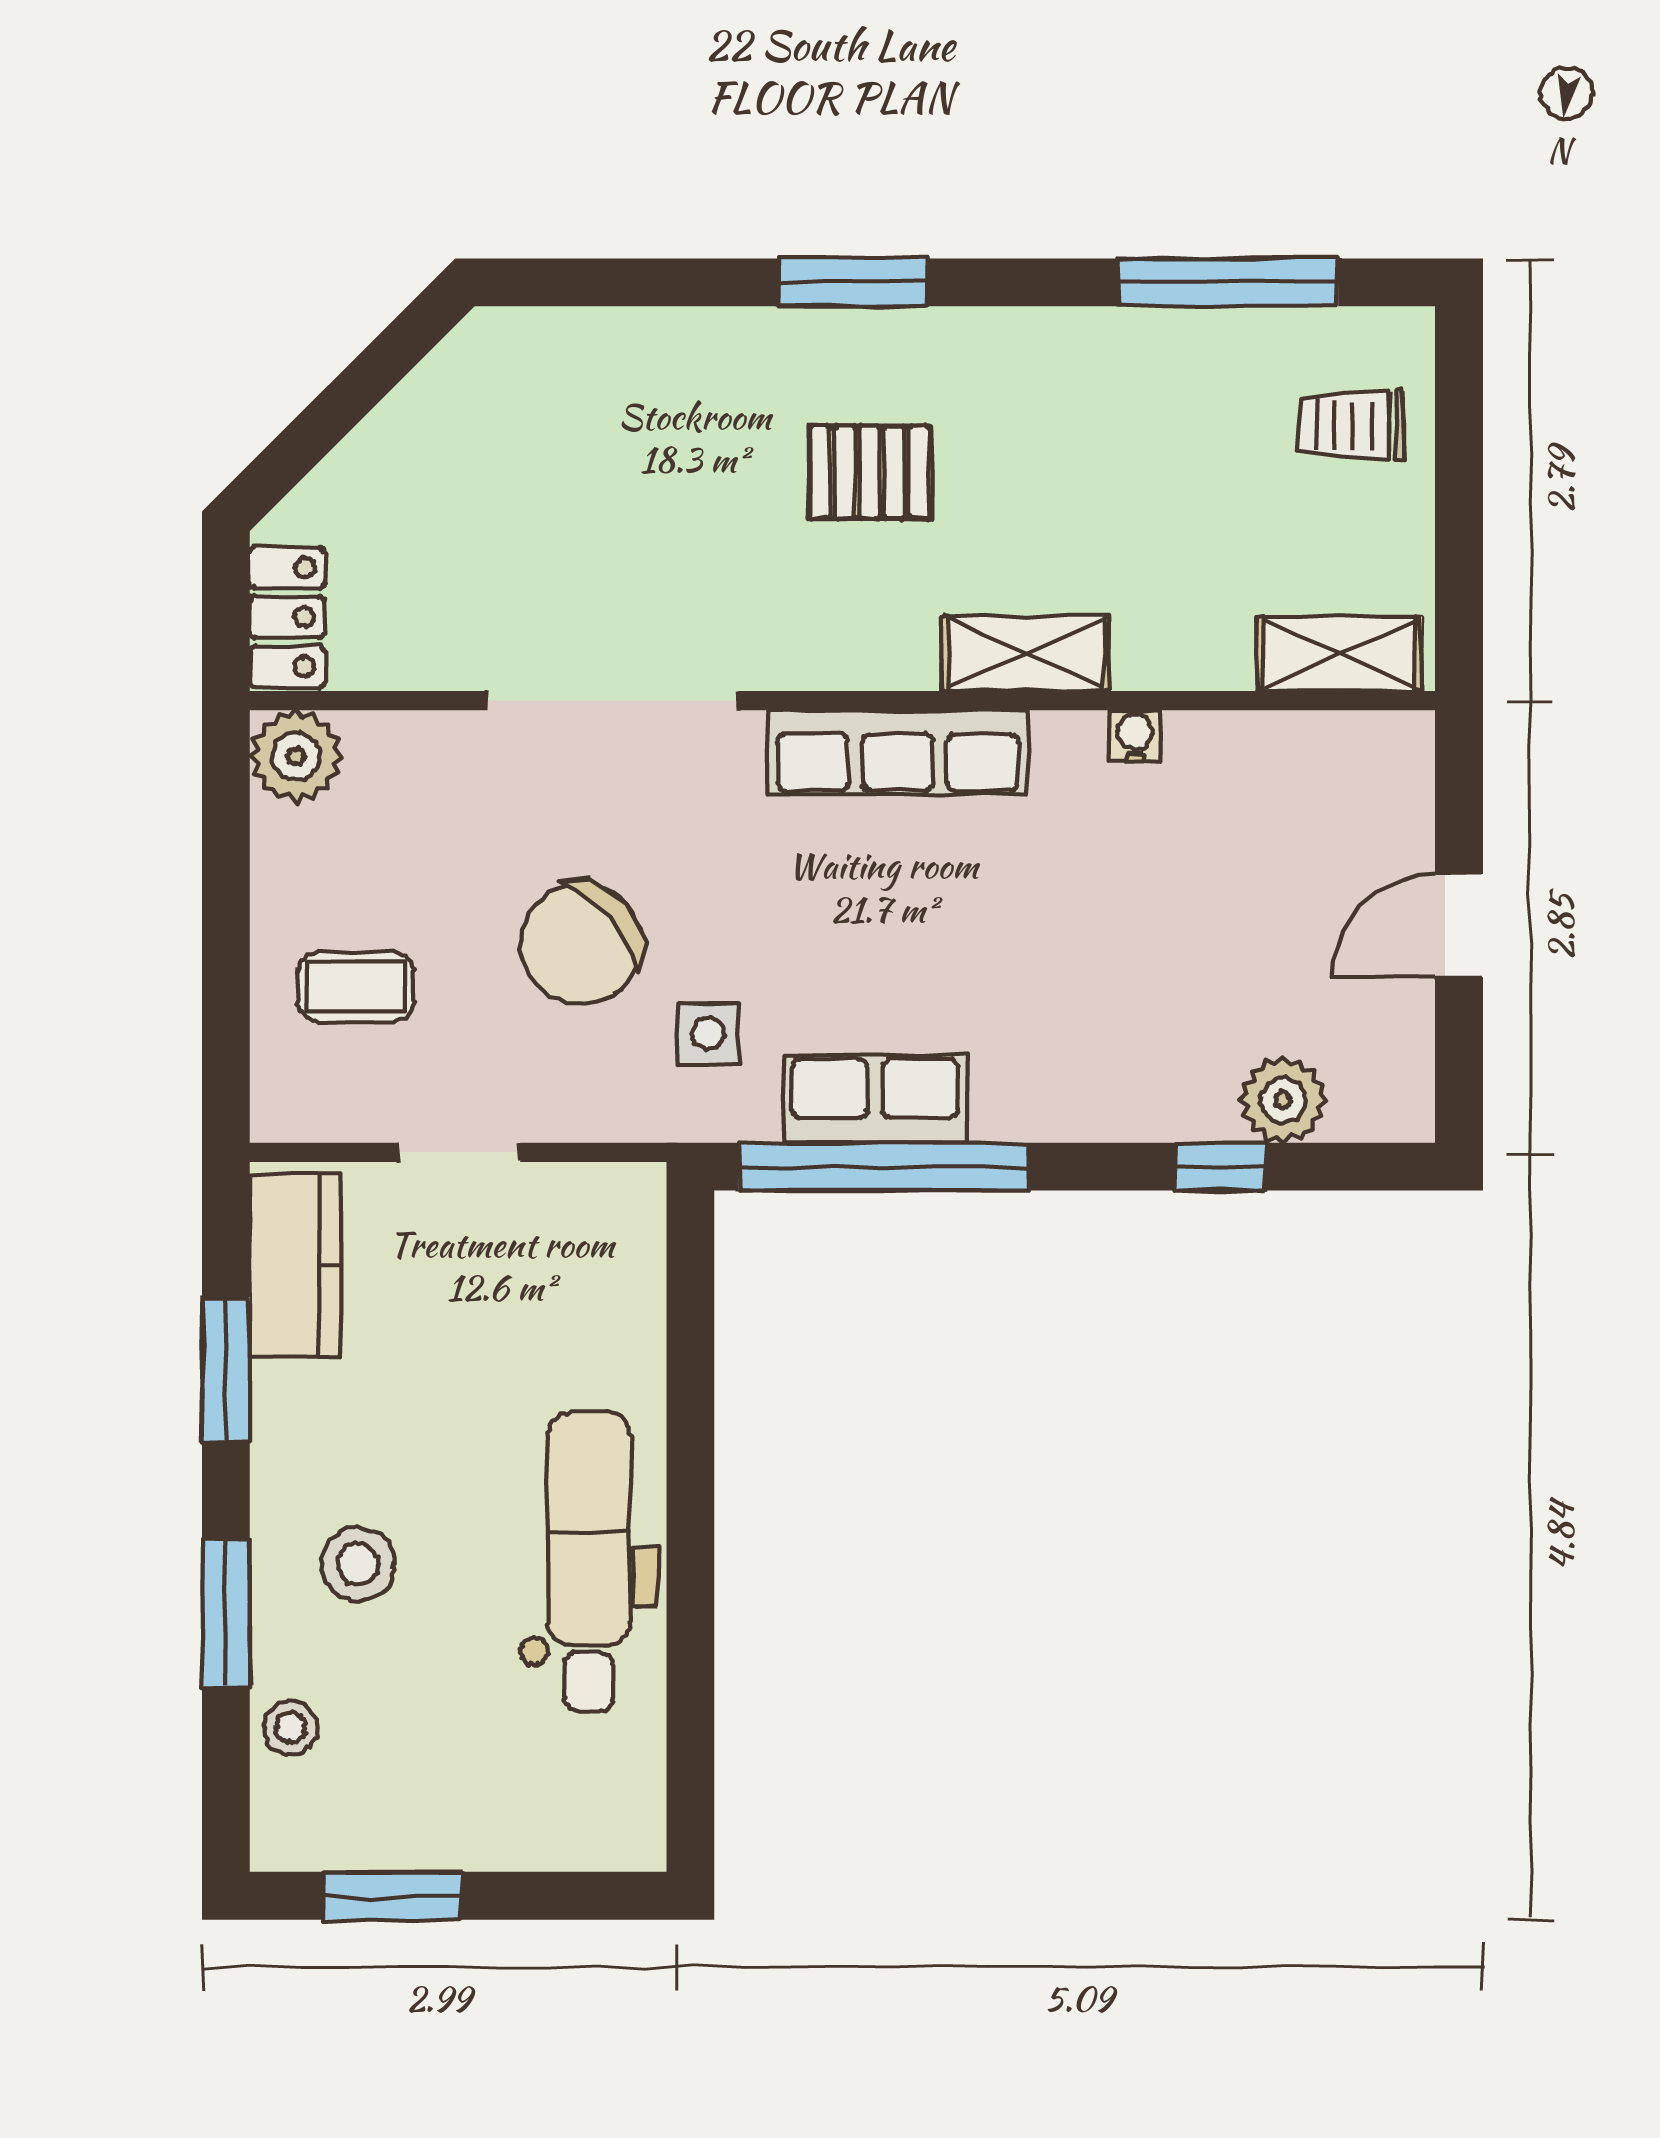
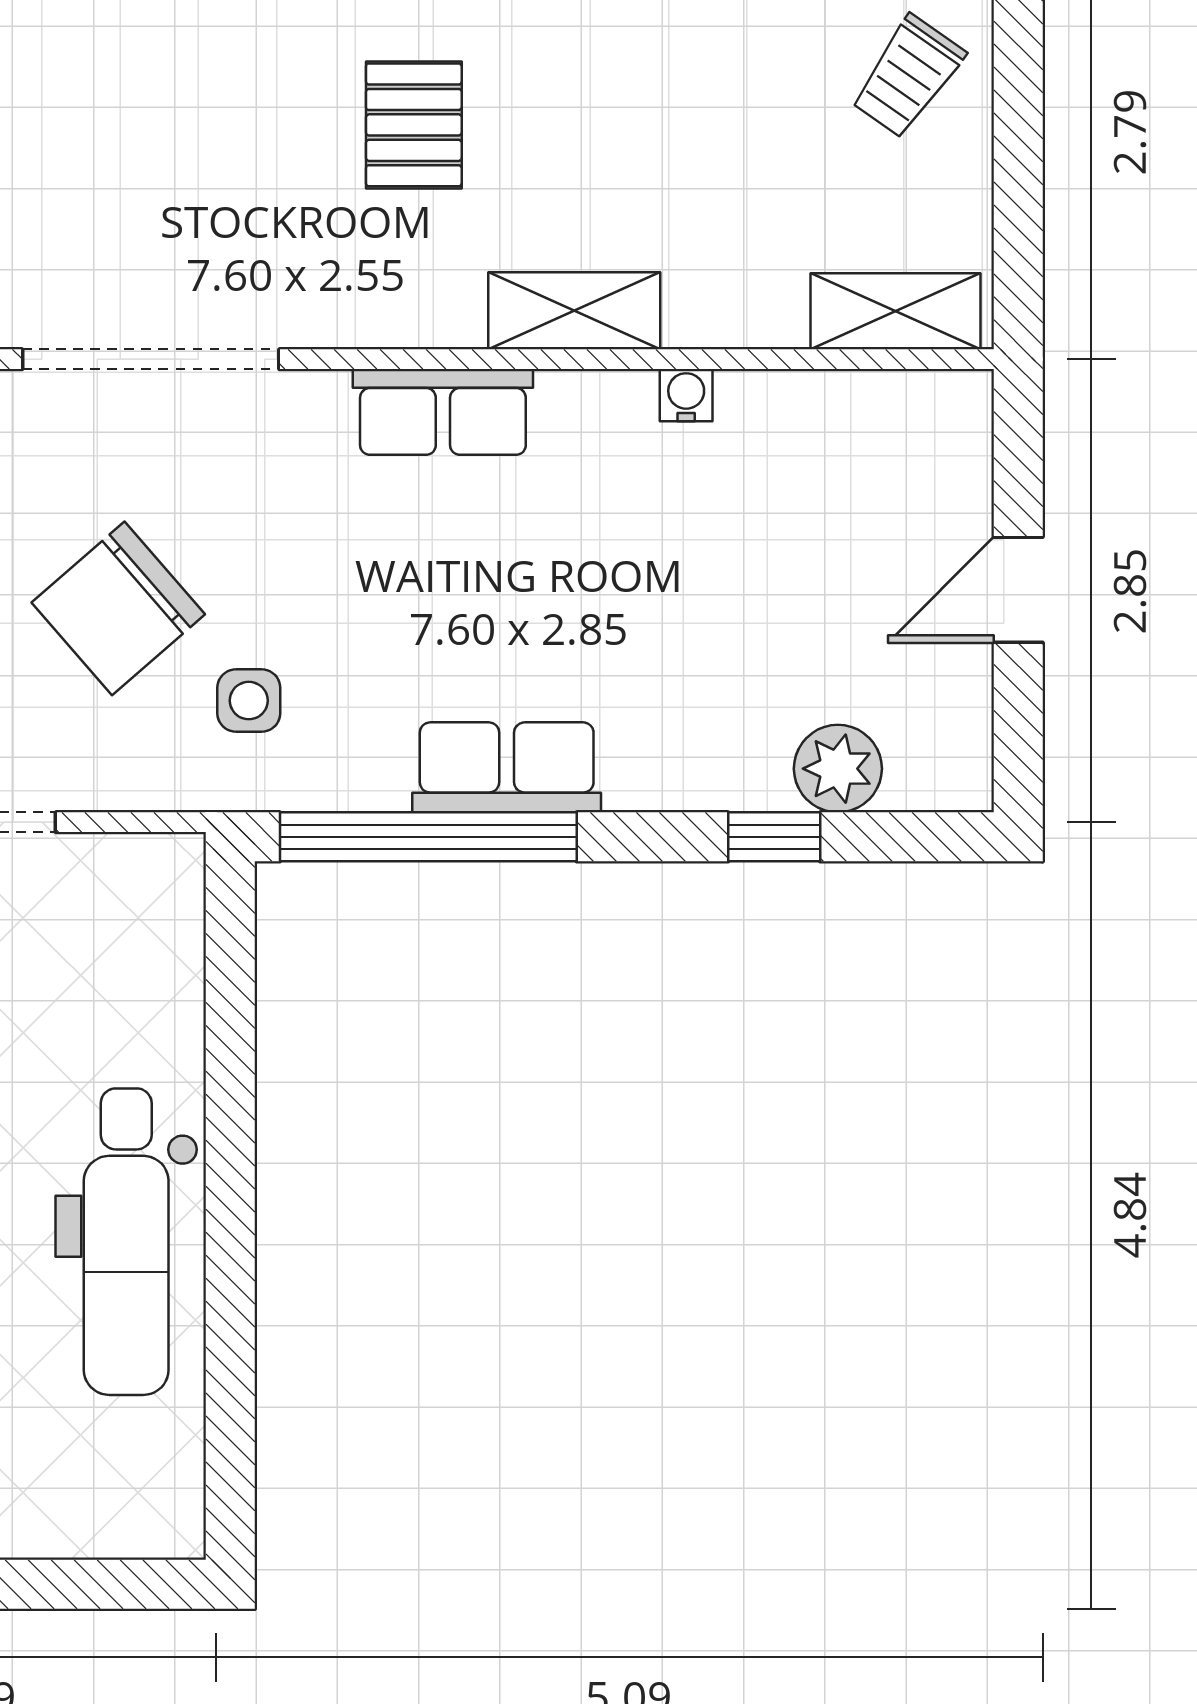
trolley: (1351, 425) -> (908, 77), turned -55
pallet: (869, 472) -> (414, 125), turned 90
row of seats: (898, 752) -> (443, 412), width x0.68
row of seats: (875, 1099) -> (507, 767), moved
dental chair: (589, 1562) -> (126, 1242), turned 180

